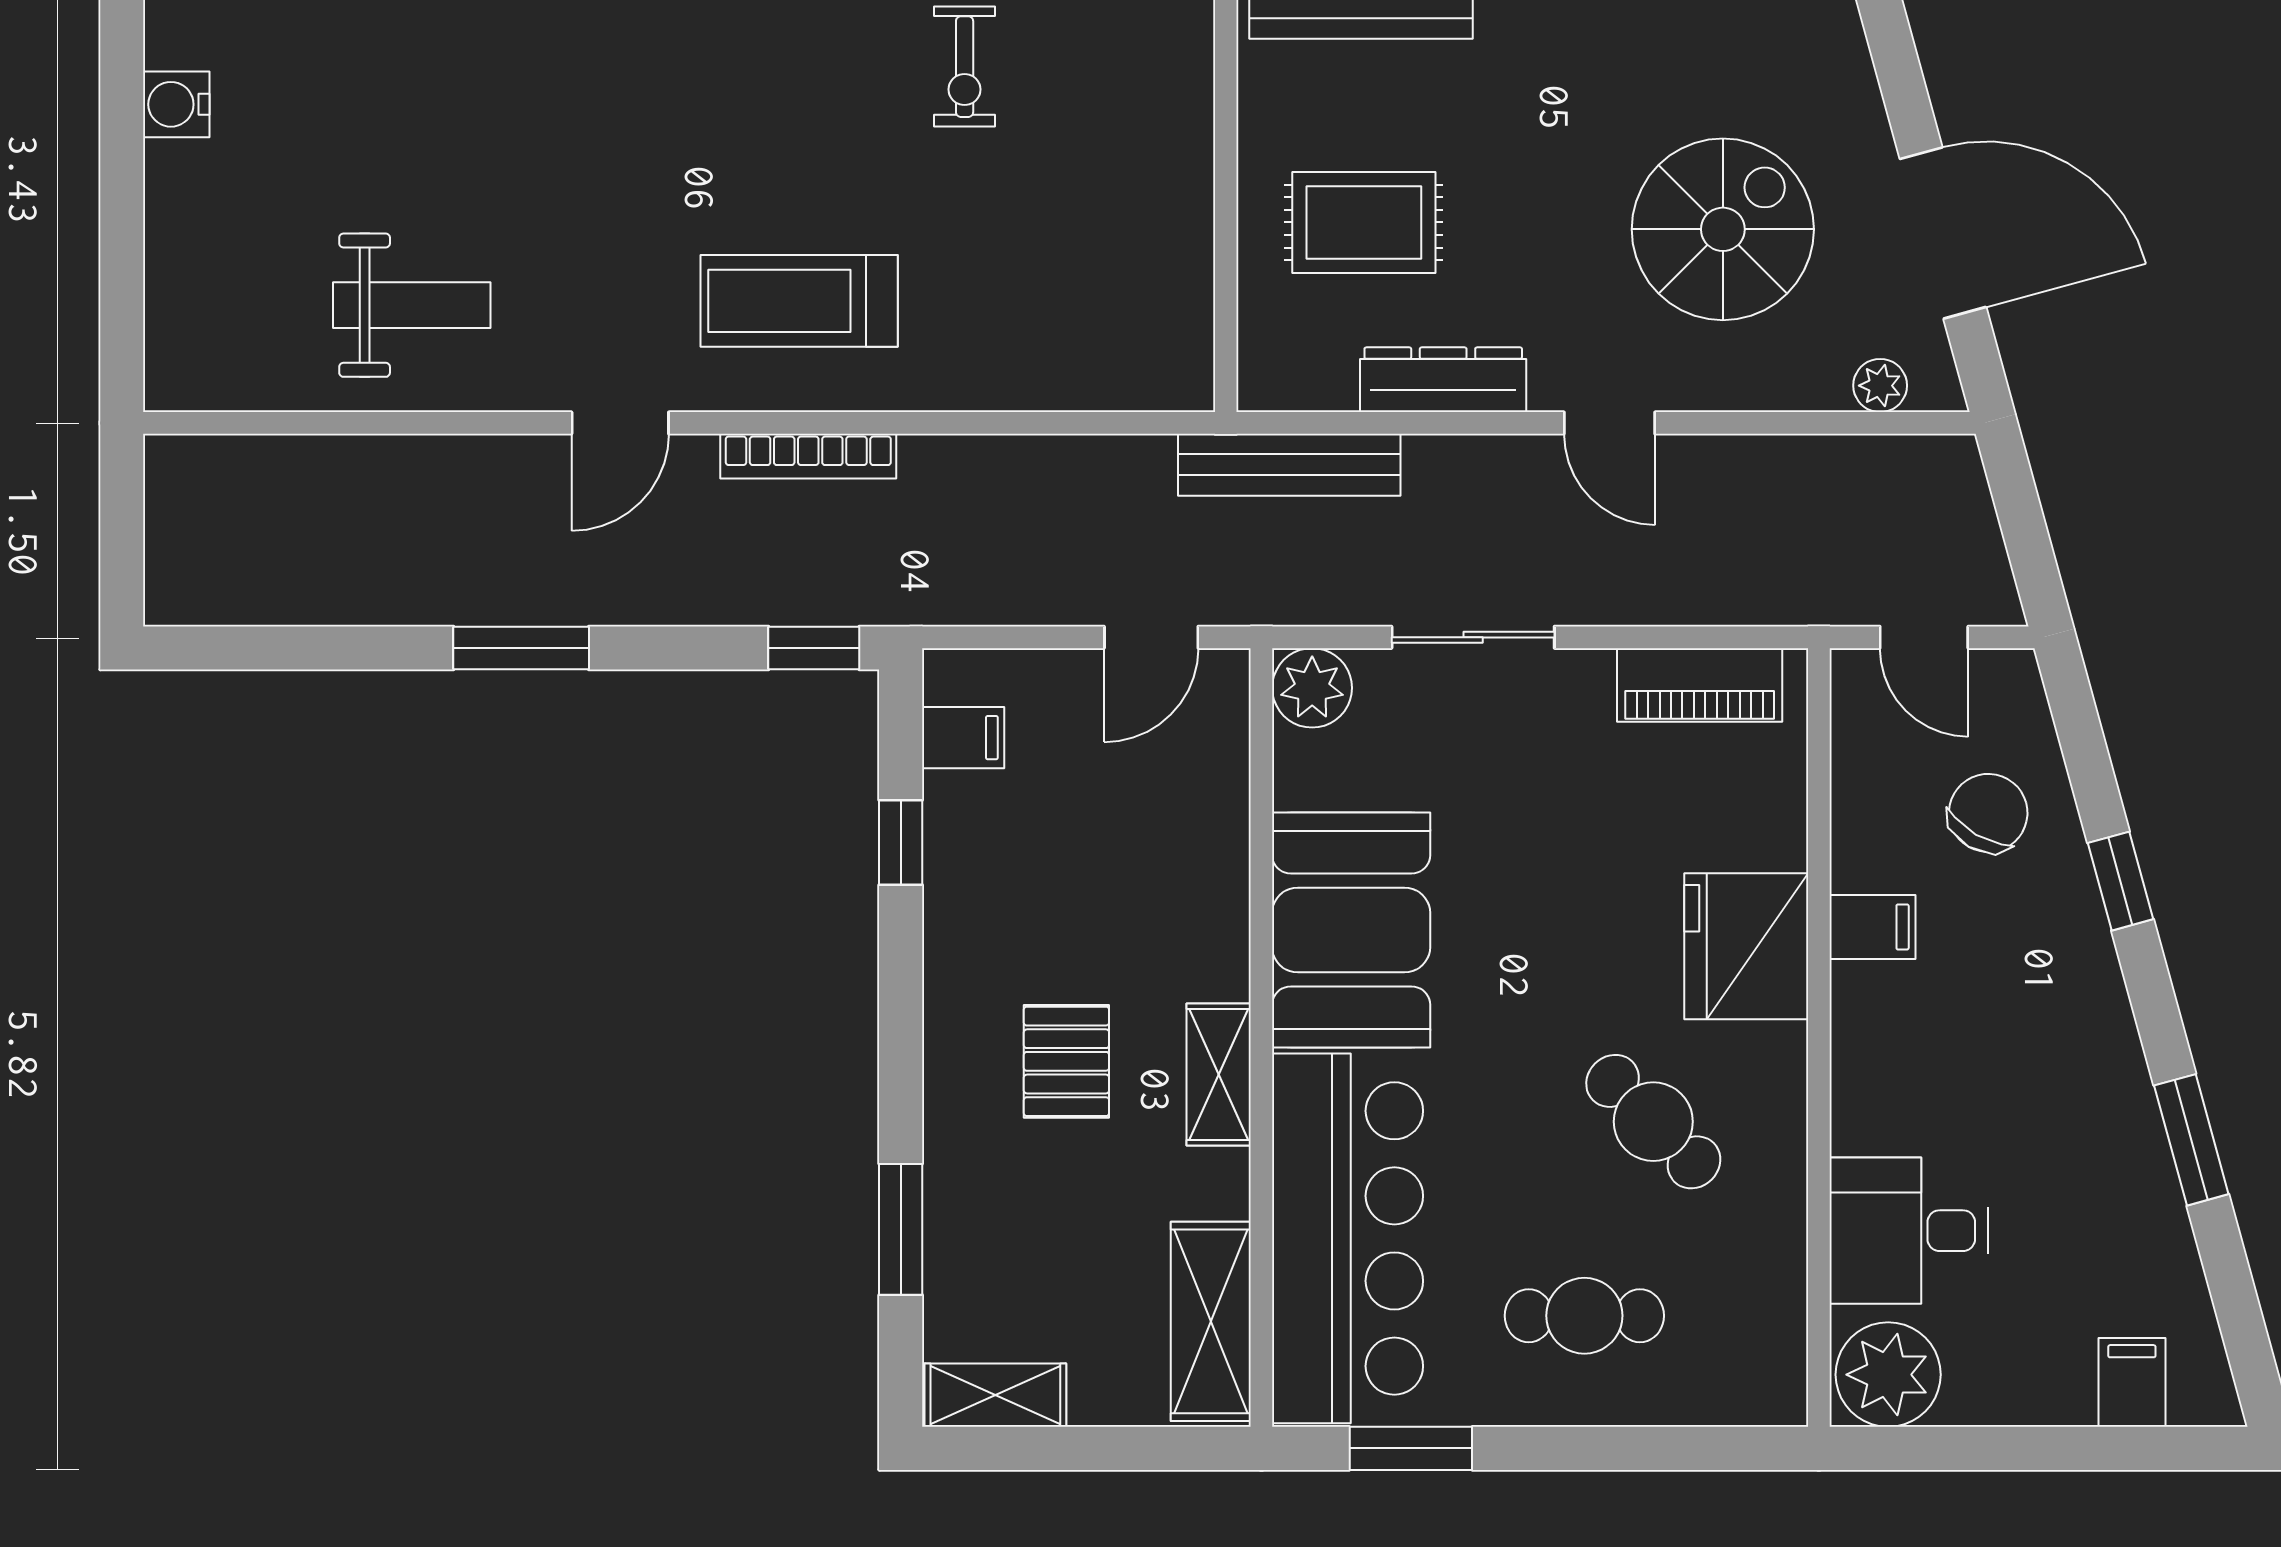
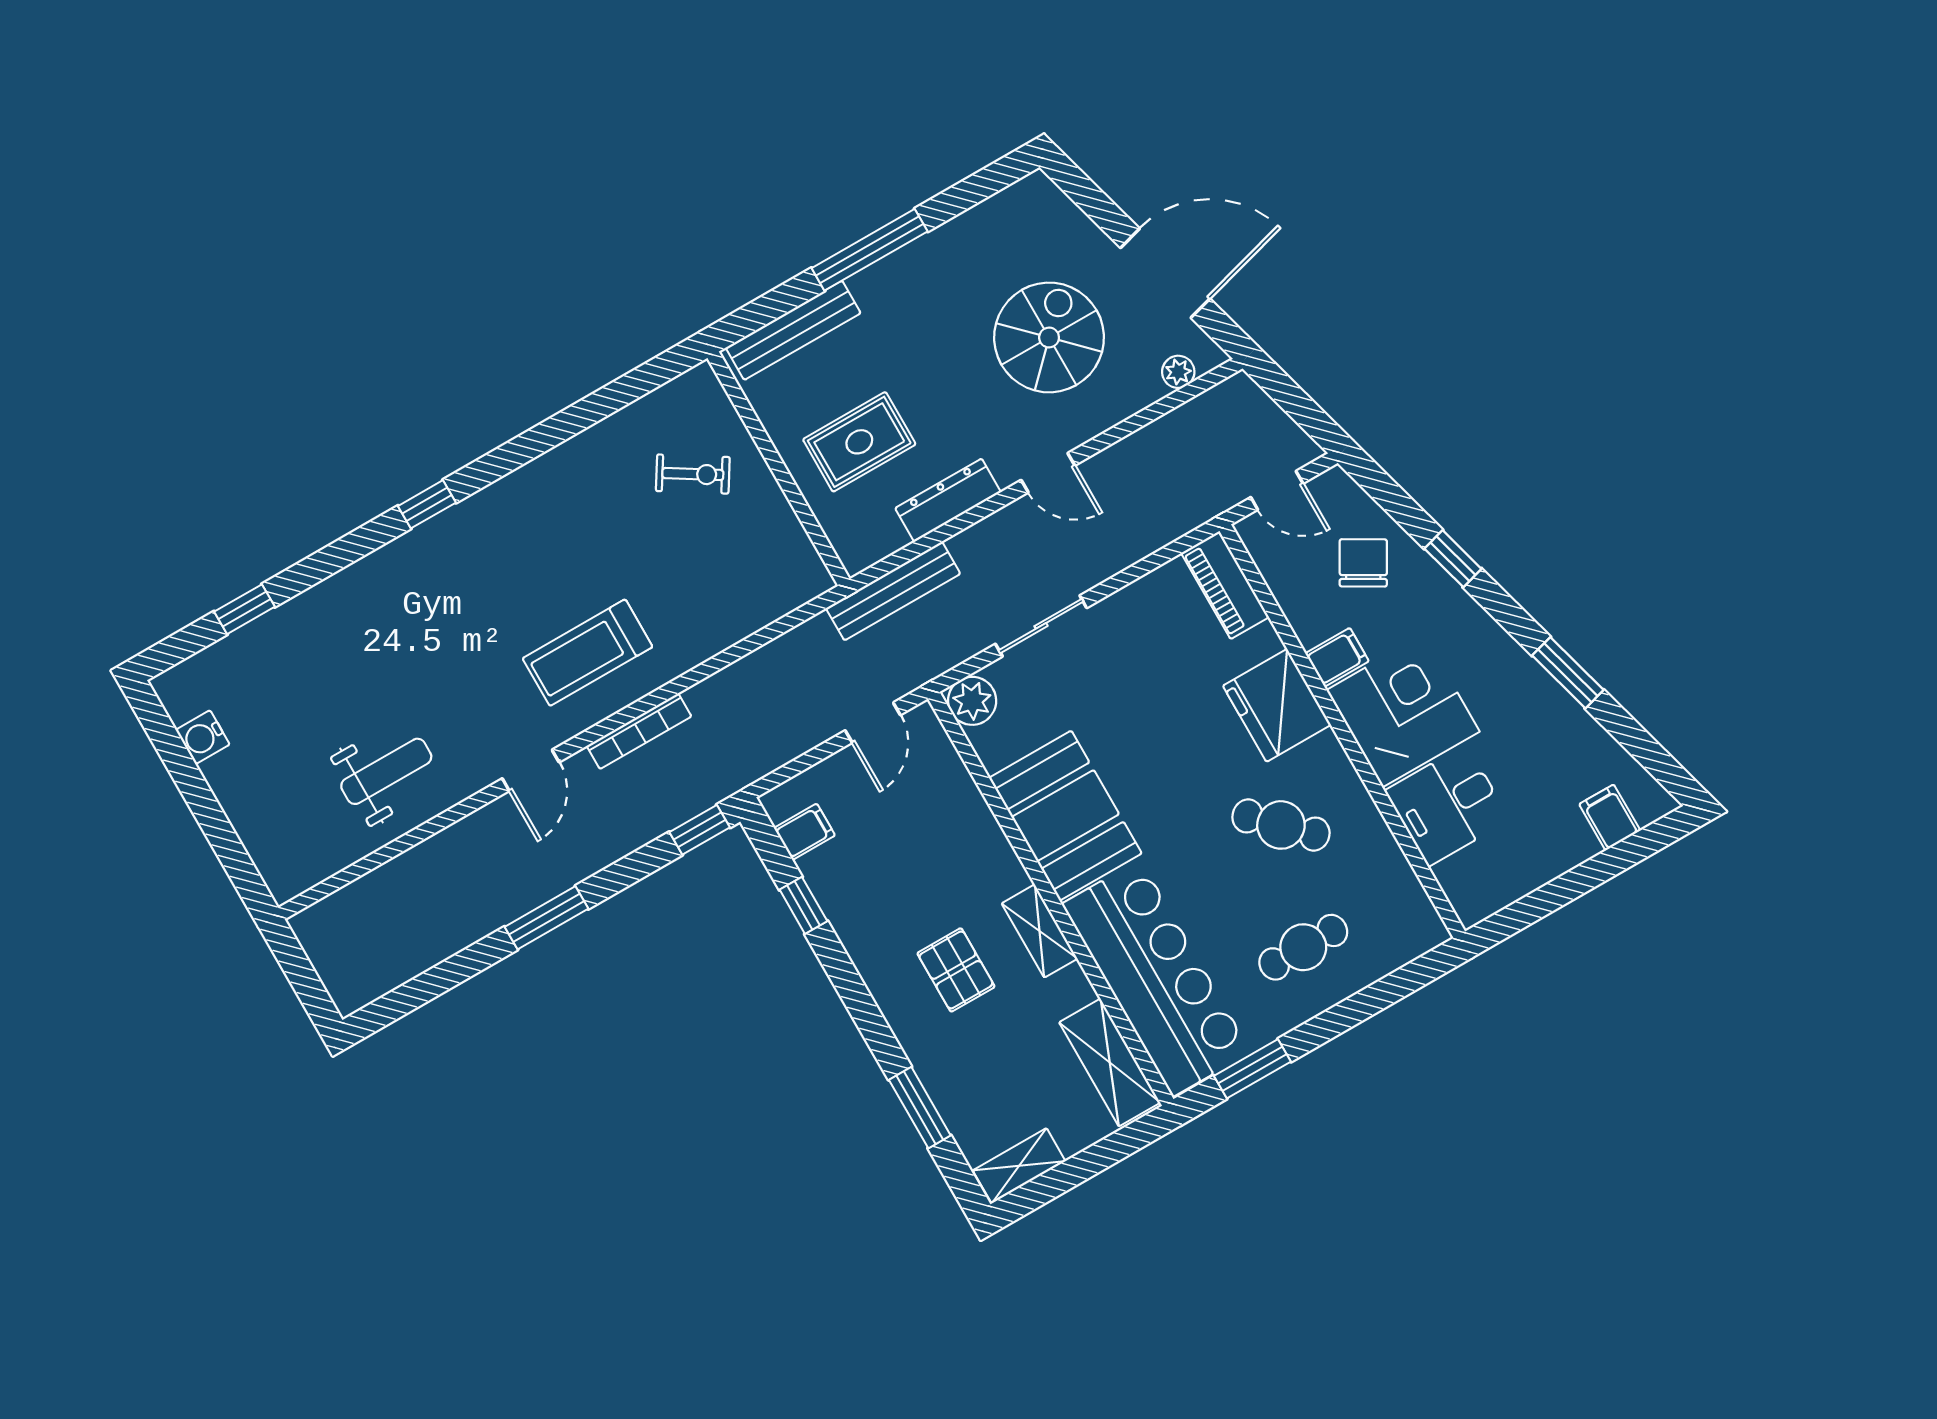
exercise bike: (965, 67) -> (693, 474), moved, turned -58
piano: (1700, 685) -> (1225, 585), moved, turned 90
corner desk: (1923, 1058) -> (1403, 711), added
plant: (1888, 1375) -> (1480, 887), removed

